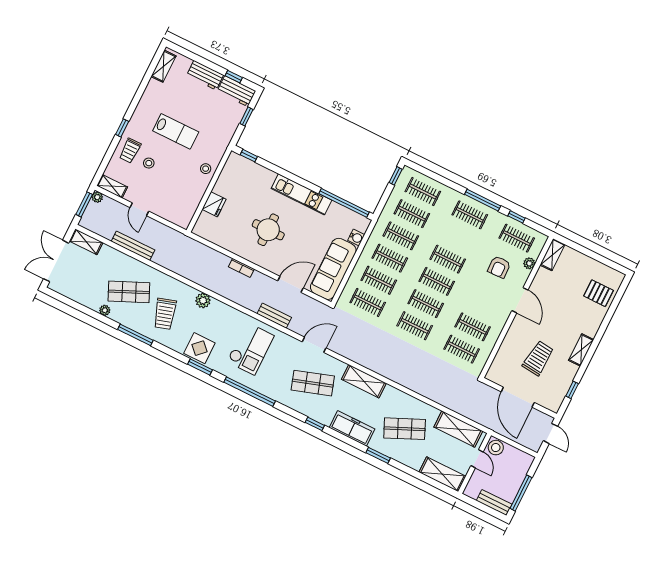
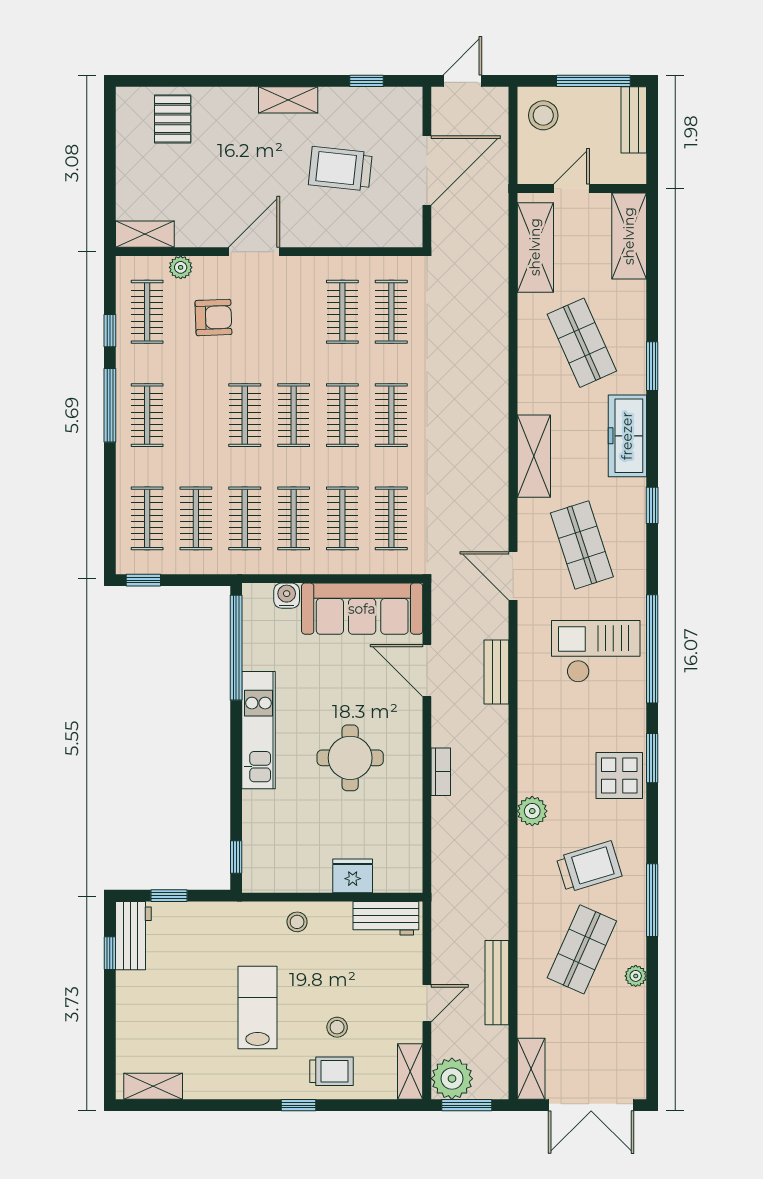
workbench: (205, 75) -> (386, 918), moved, turned 90
plant: (97, 197) -> (452, 1079), width x1.87, depth x1.87
shop shelf: (129, 292) -> (582, 949), turned 48
checkout: (250, 349) -> (596, 651), moved
stool: (496, 448) -> (543, 115), moved

